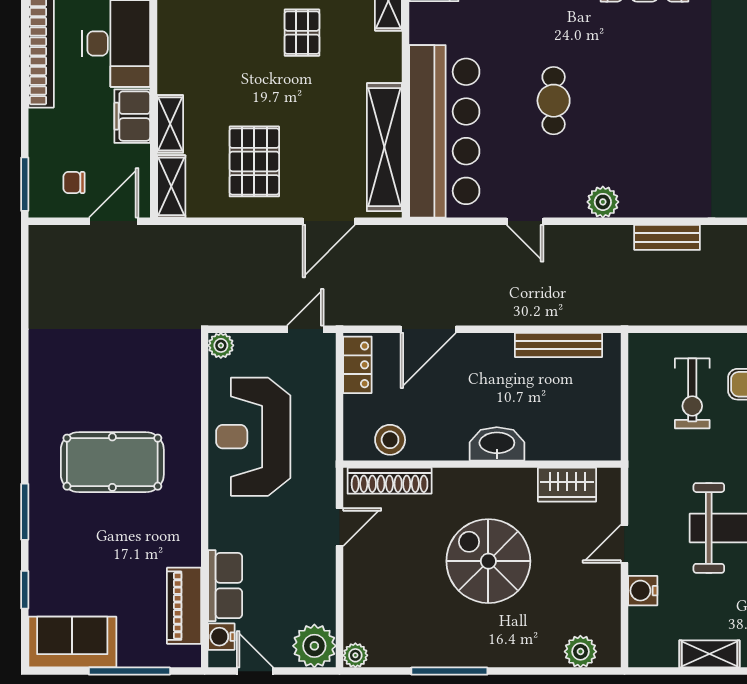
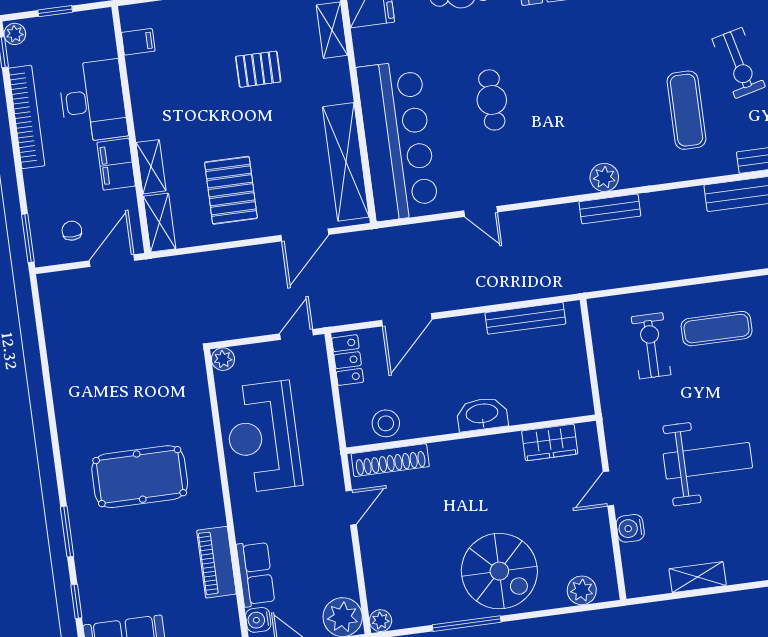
pallet: (302, 33) -> (258, 69), turned 90
chair: (74, 183) -> (72, 231), turned 90
plant: (603, 202) -> (604, 177), moved
exercise bike: (692, 393) -> (651, 346), turned 180
spiral stairs: (488, 561) -> (499, 571), moved, turned 180
piano: (184, 606) -> (216, 562), moved

